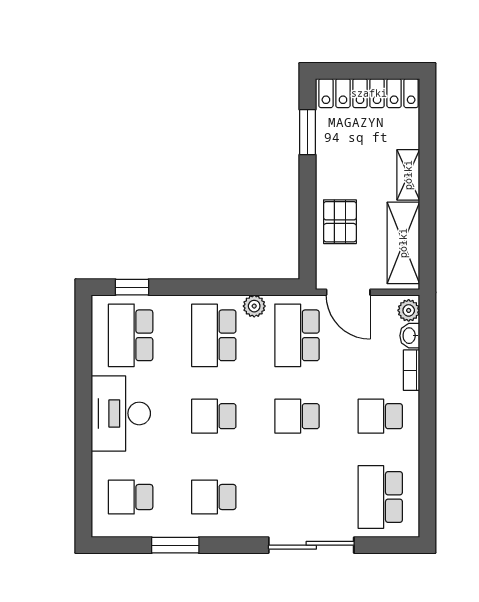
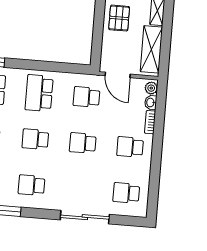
pallet: (340, 222) -> (119, 18), moved
plant: (254, 306) -> (63, 78), removed
school desk: (297, 335) -> (86, 97), width x0.54
school desk: (380, 497) -> (126, 193), width x0.54

